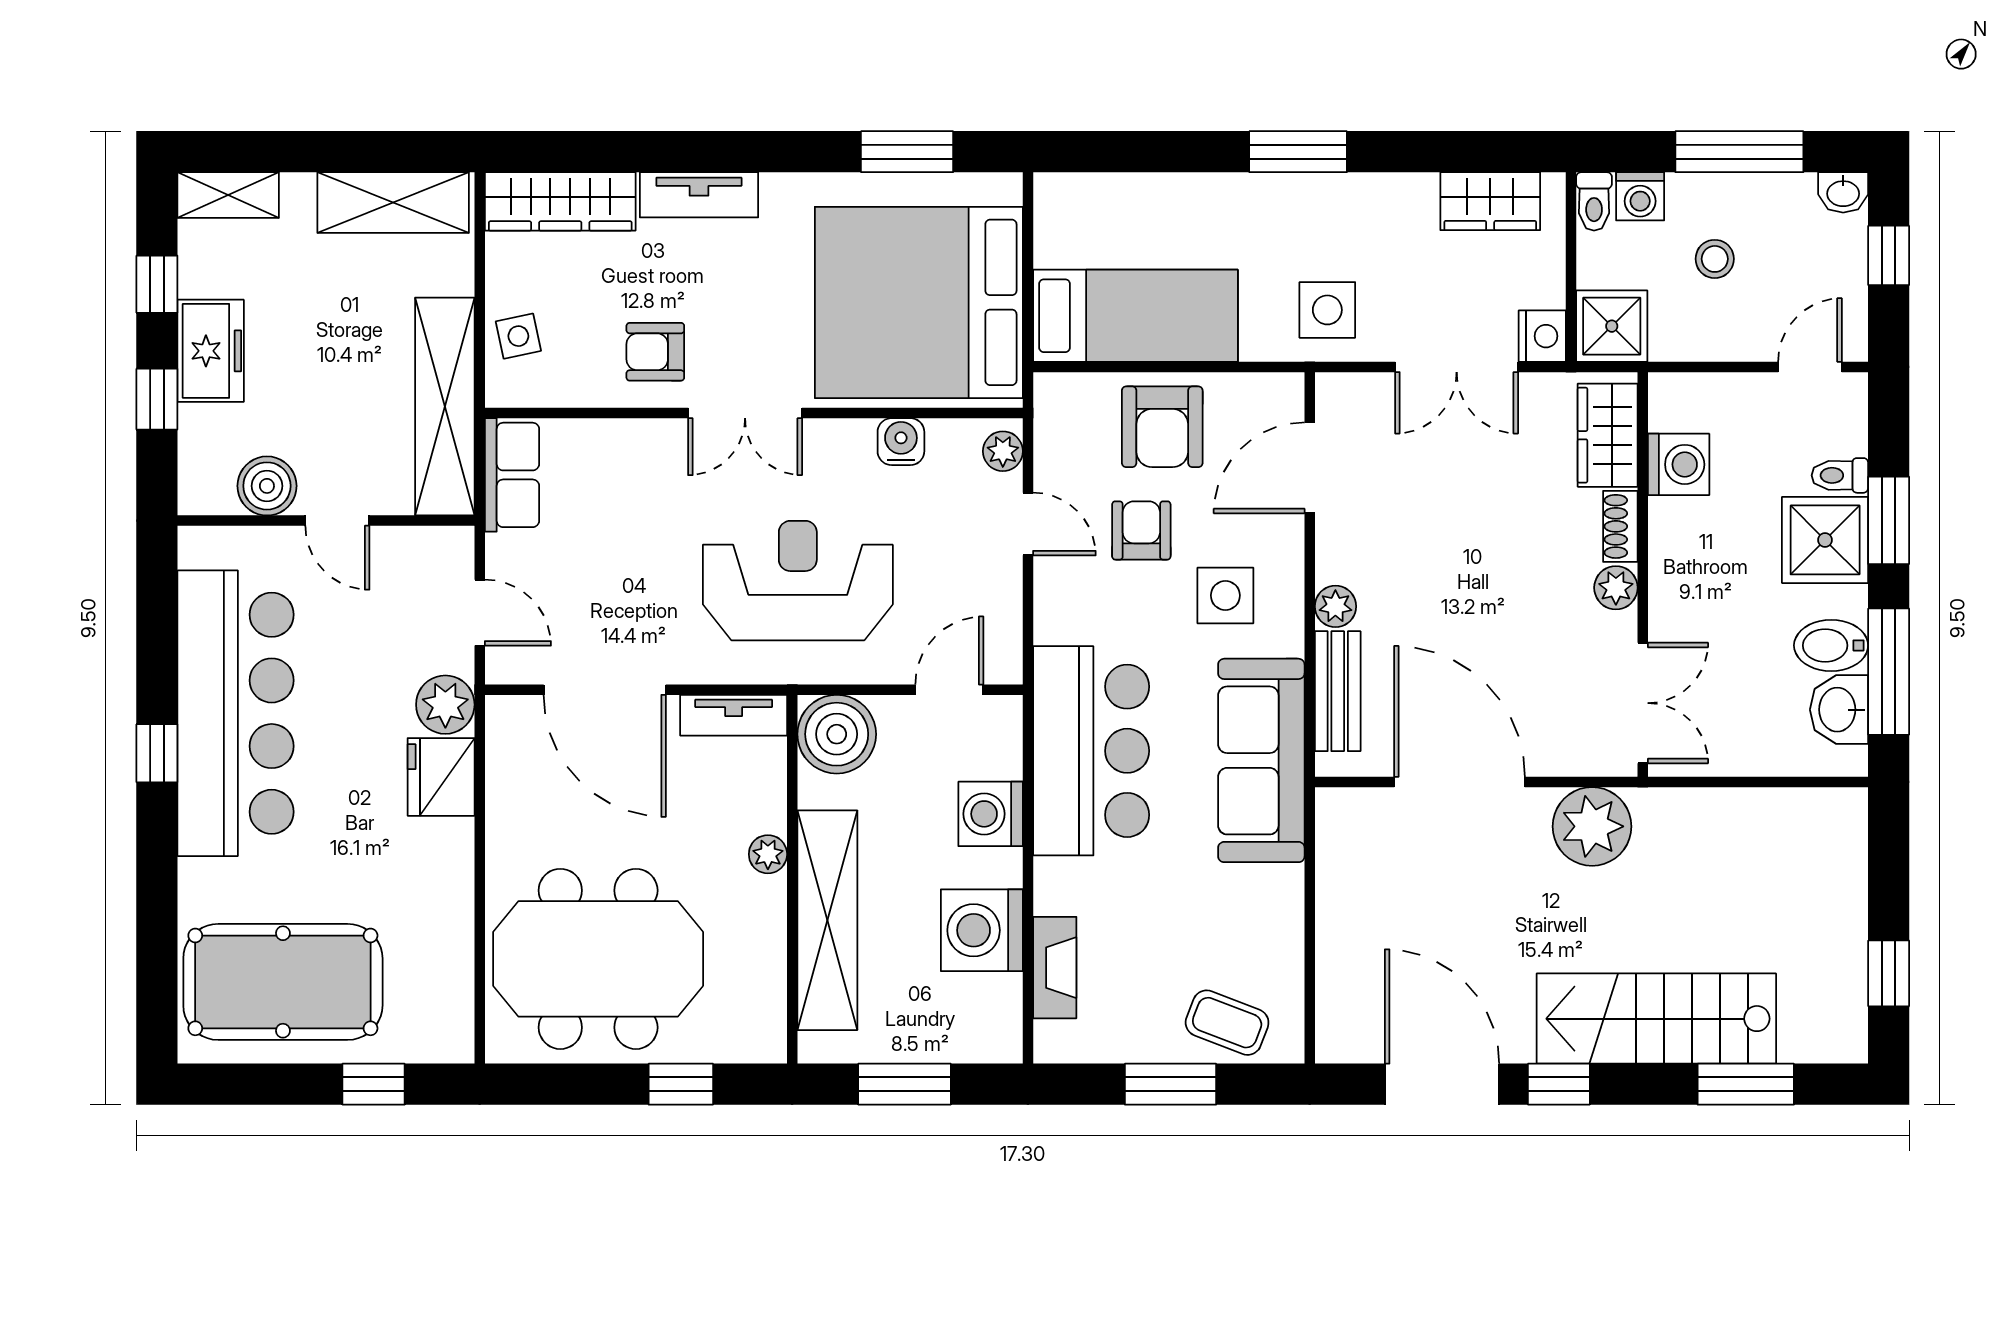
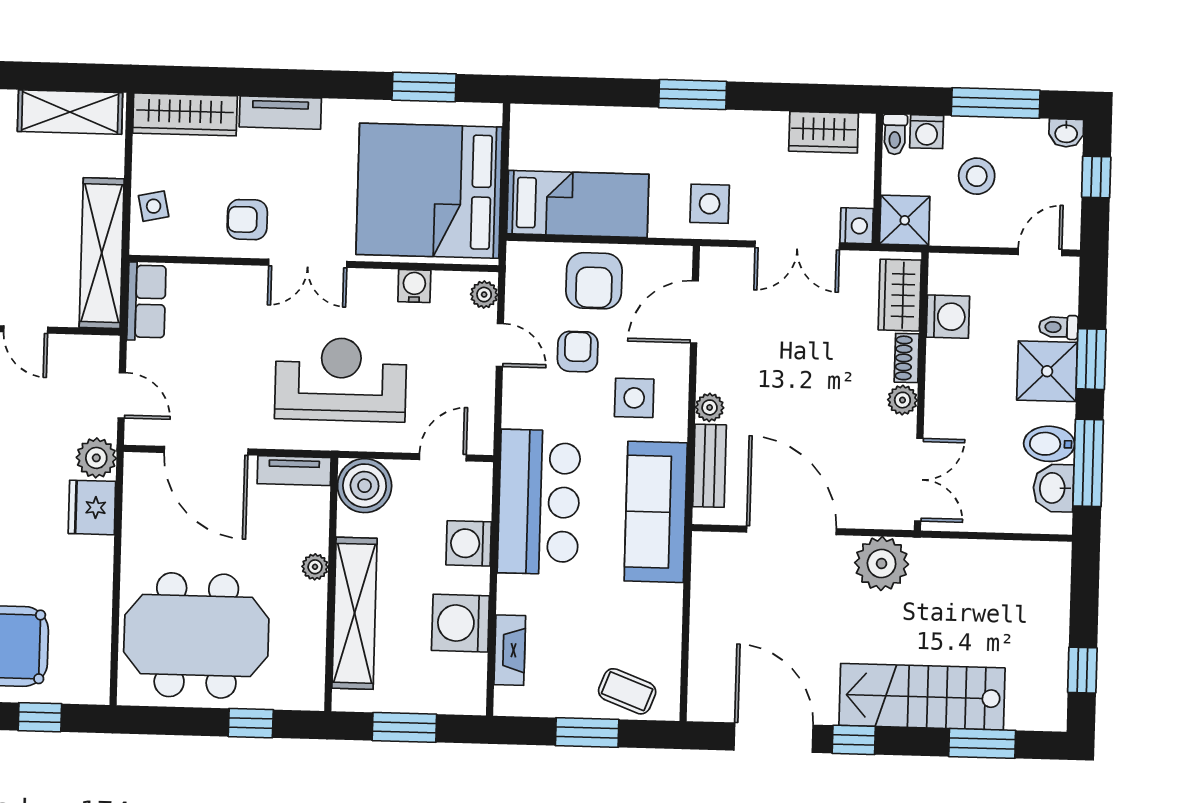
stool: (1715, 259) -> (977, 176), width x1.37, depth x1.37

